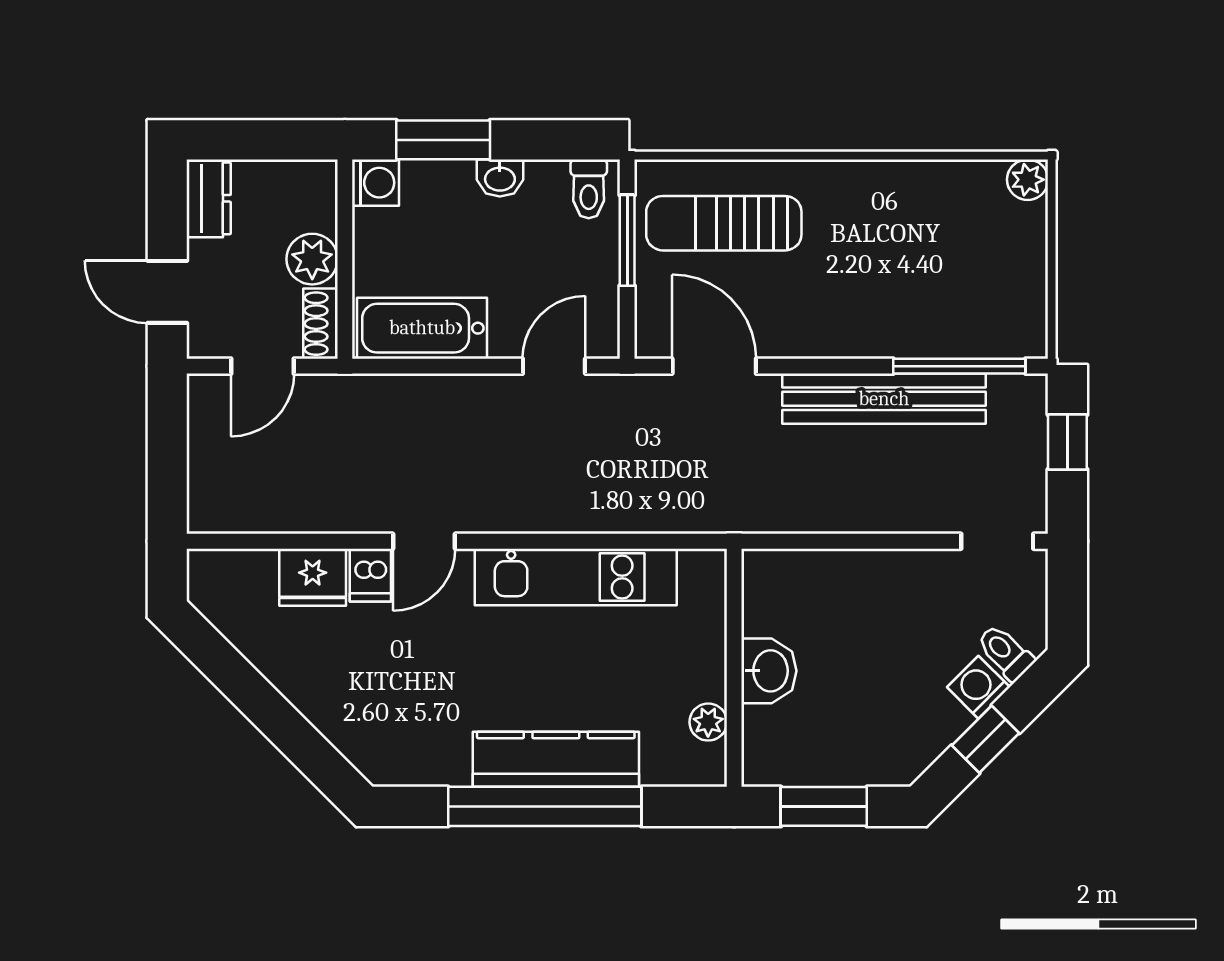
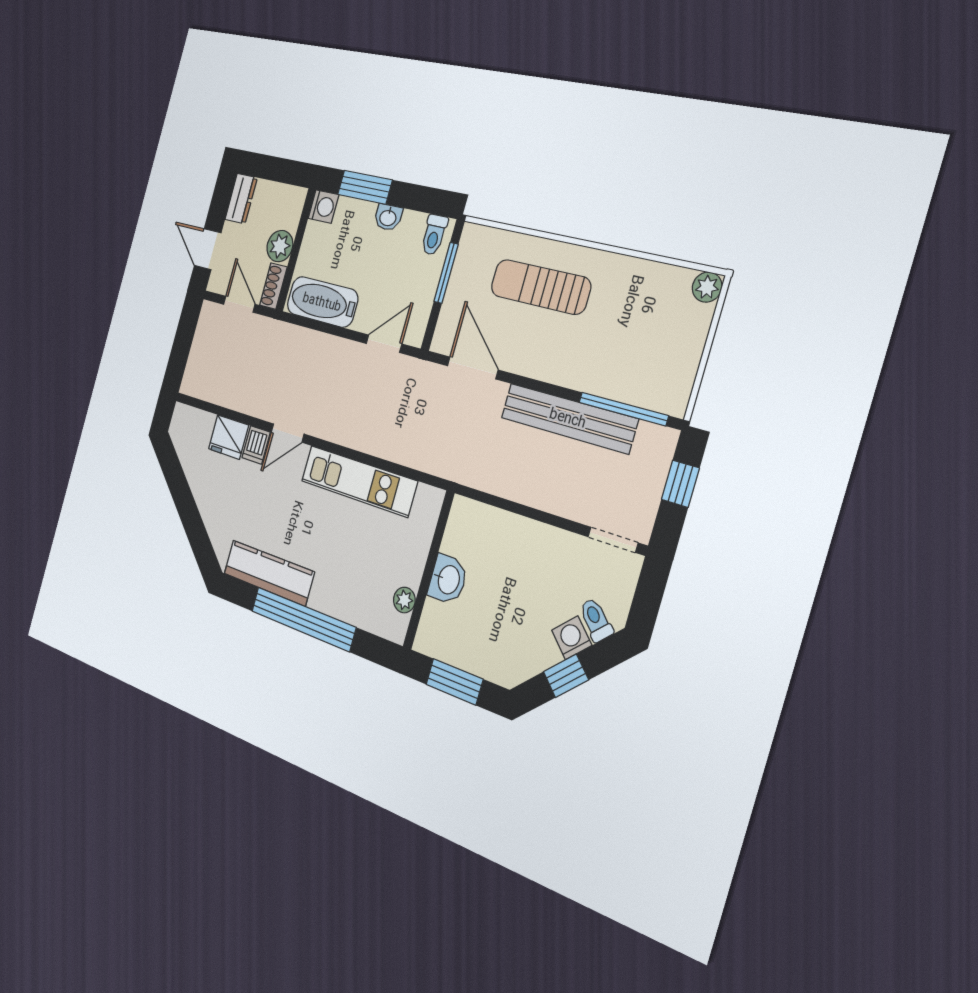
sun lounger: (724, 223) -> (540, 287), moved
door: (263, 366) -> (239, 304), swing flipped
kitchen counter: (556, 759) -> (269, 573), moved

